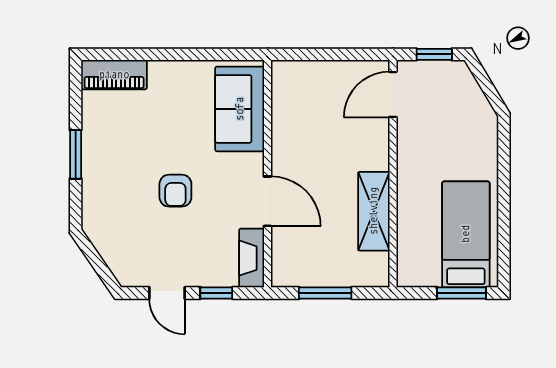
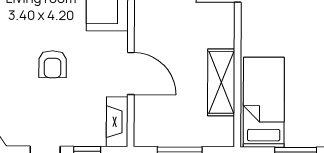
bed: (466, 234) -> (264, 102), moved

